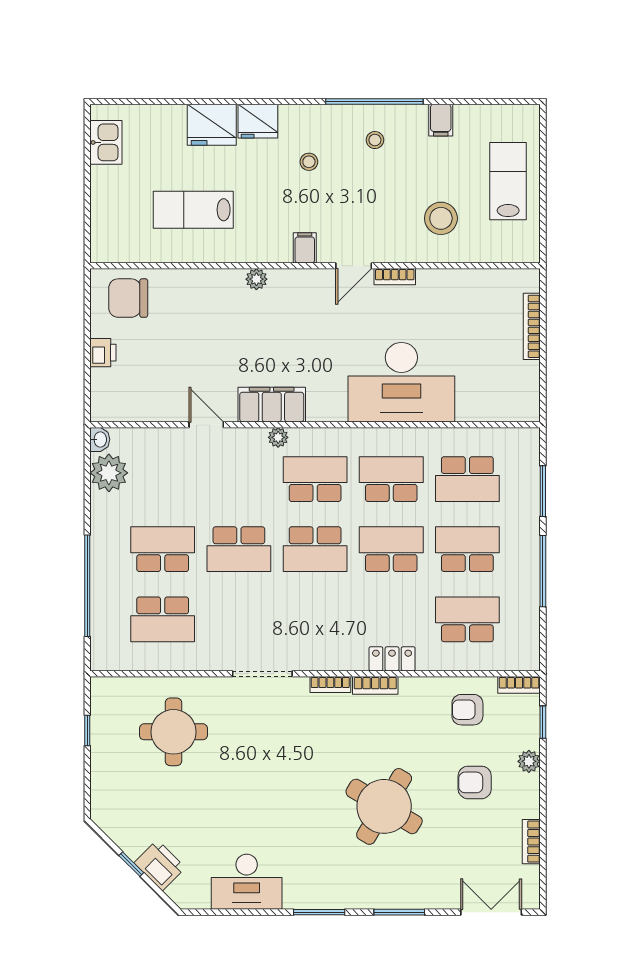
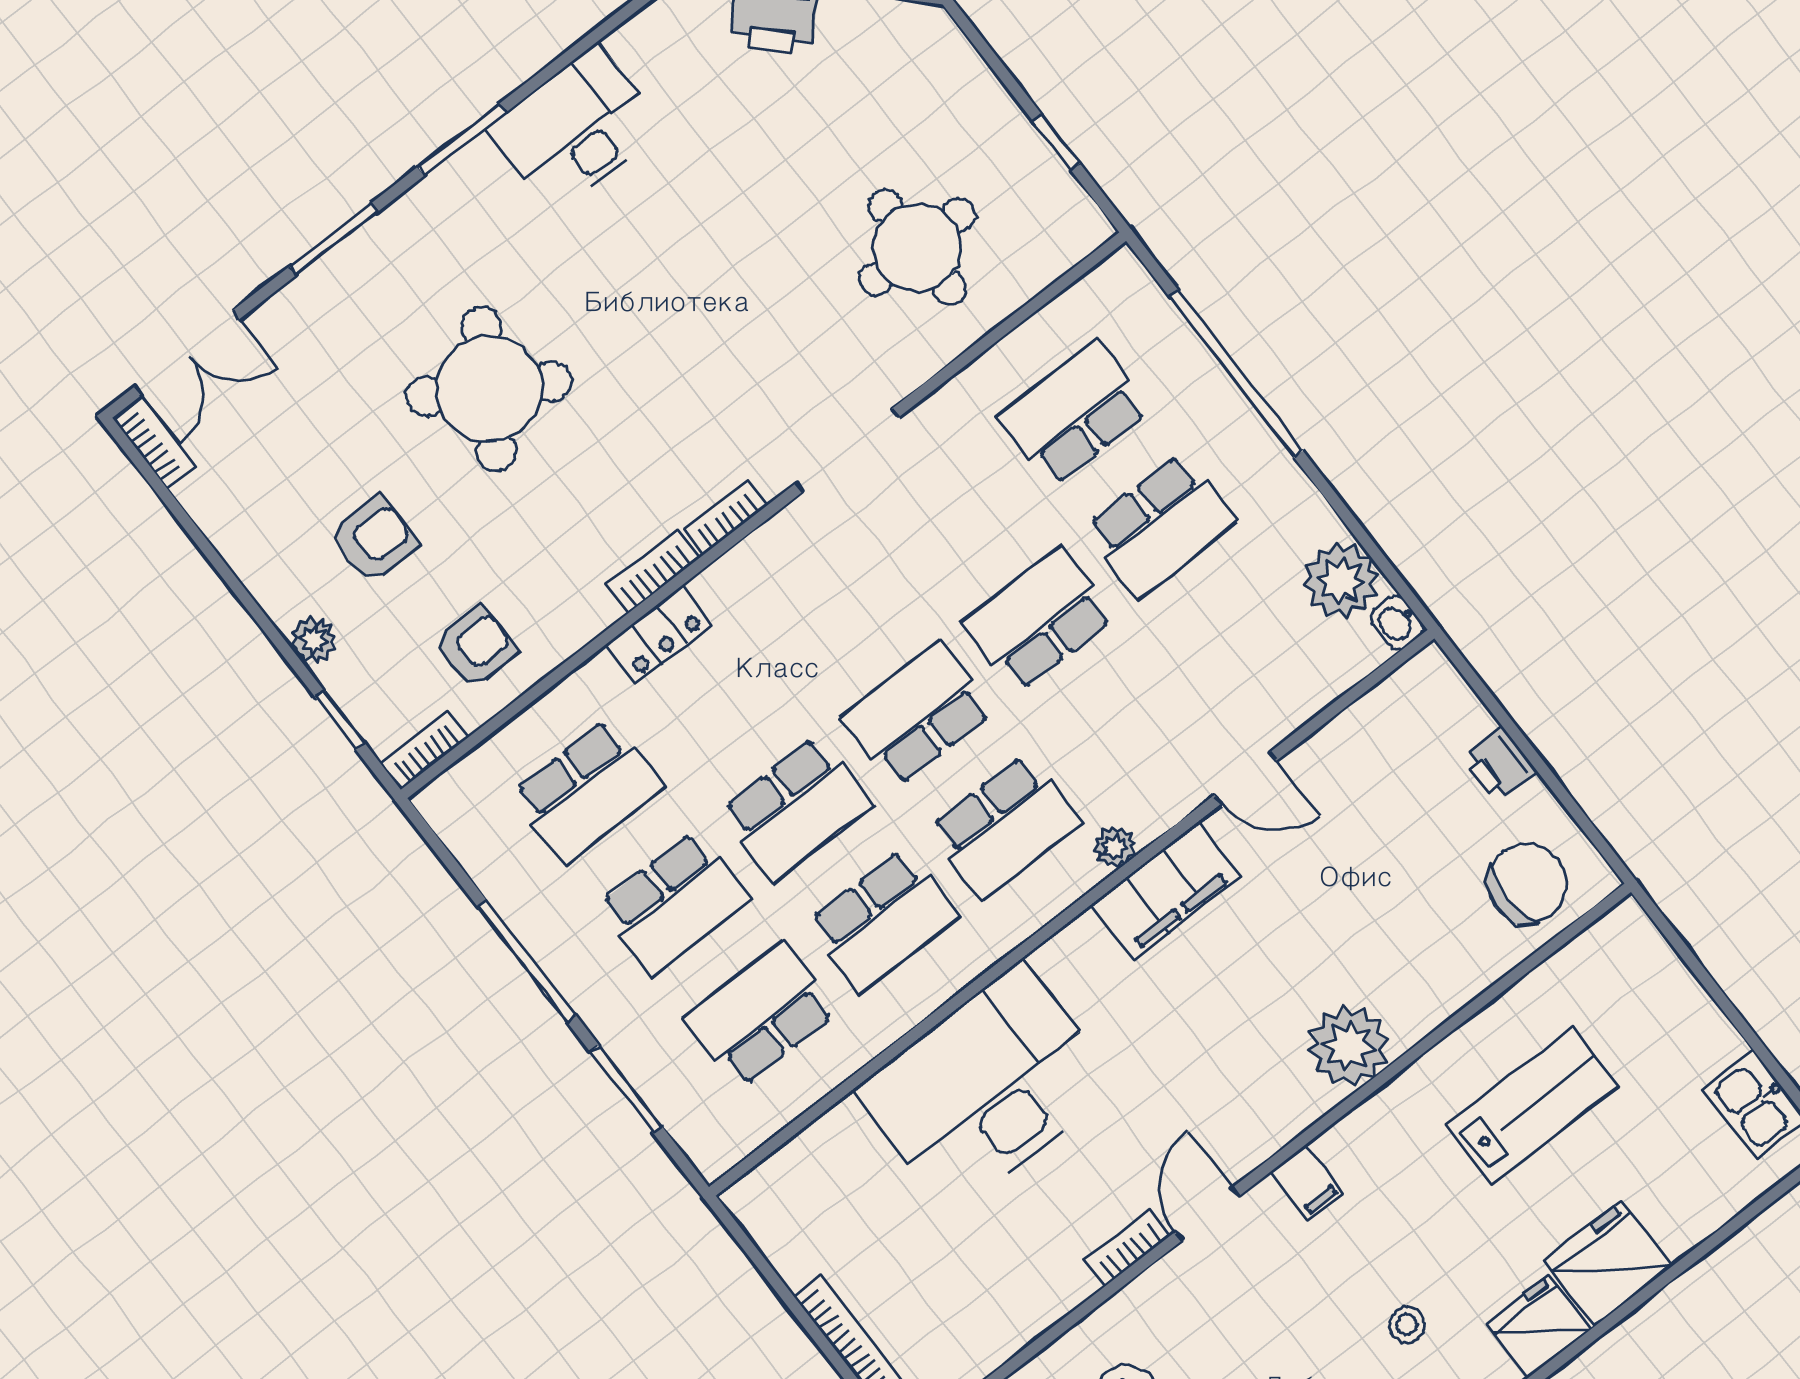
plant: (256, 279) -> (1349, 1046), width x1.88, depth x1.88
bookcase: (531, 842) -> (154, 442), moved
desk: (247, 882) -> (576, 129), moved

